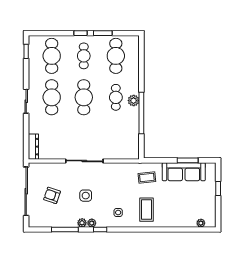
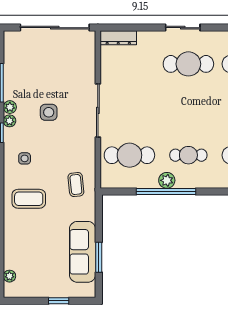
cafe table: (84, 97) -> (129, 155), moved
plant: (134, 101) -> (167, 180), moved
coffee table: (147, 178) -> (76, 185), moved
armchair: (52, 195) -> (49, 64), removed

